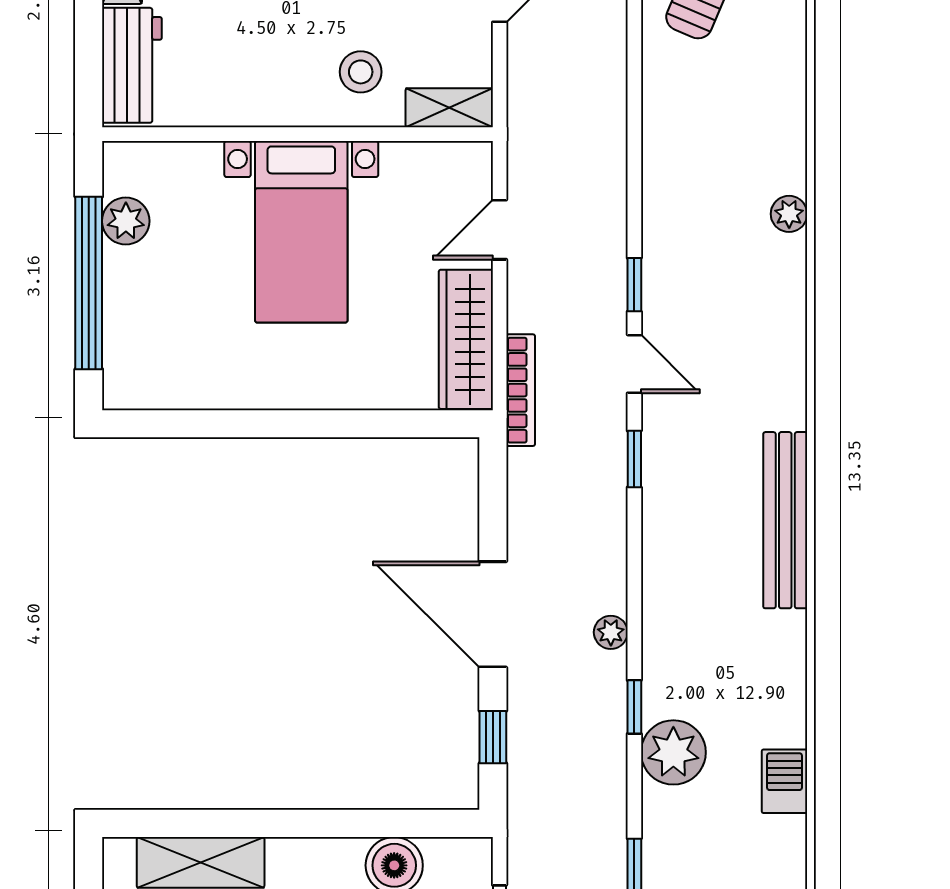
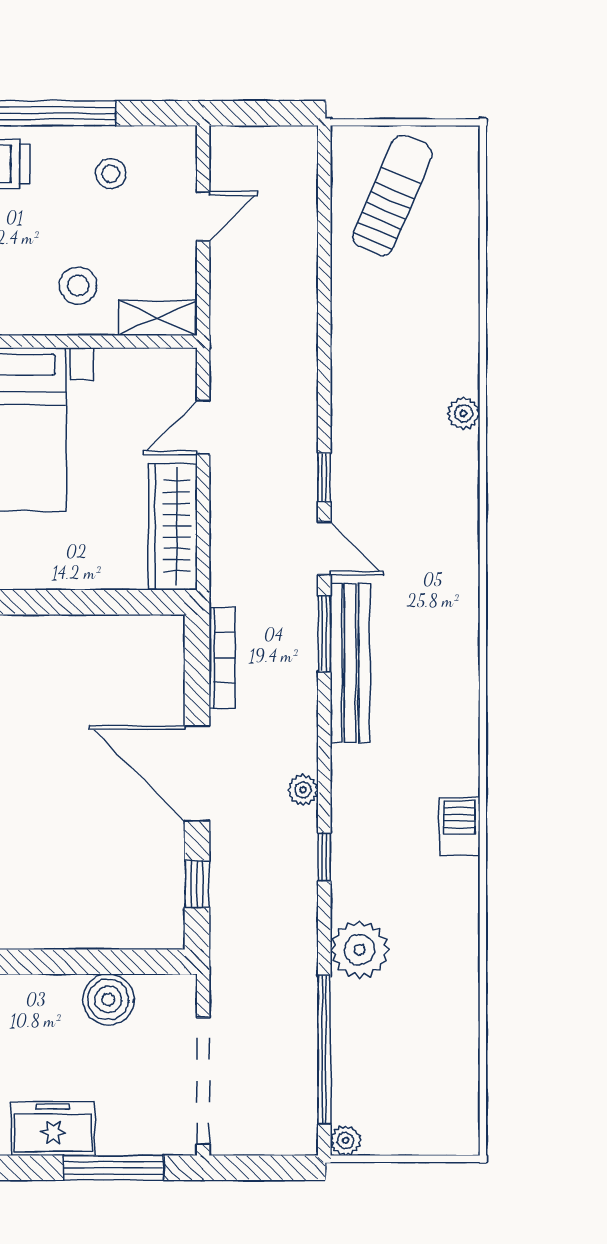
bookcase: (521, 390) -> (222, 658), moved
window: (634, 459) -> (324, 634), width x1.50
bench: (785, 520) -> (350, 663), moved
plant: (673, 752) -> (359, 950), moved
barbecue: (785, 781) -> (459, 826), moved

